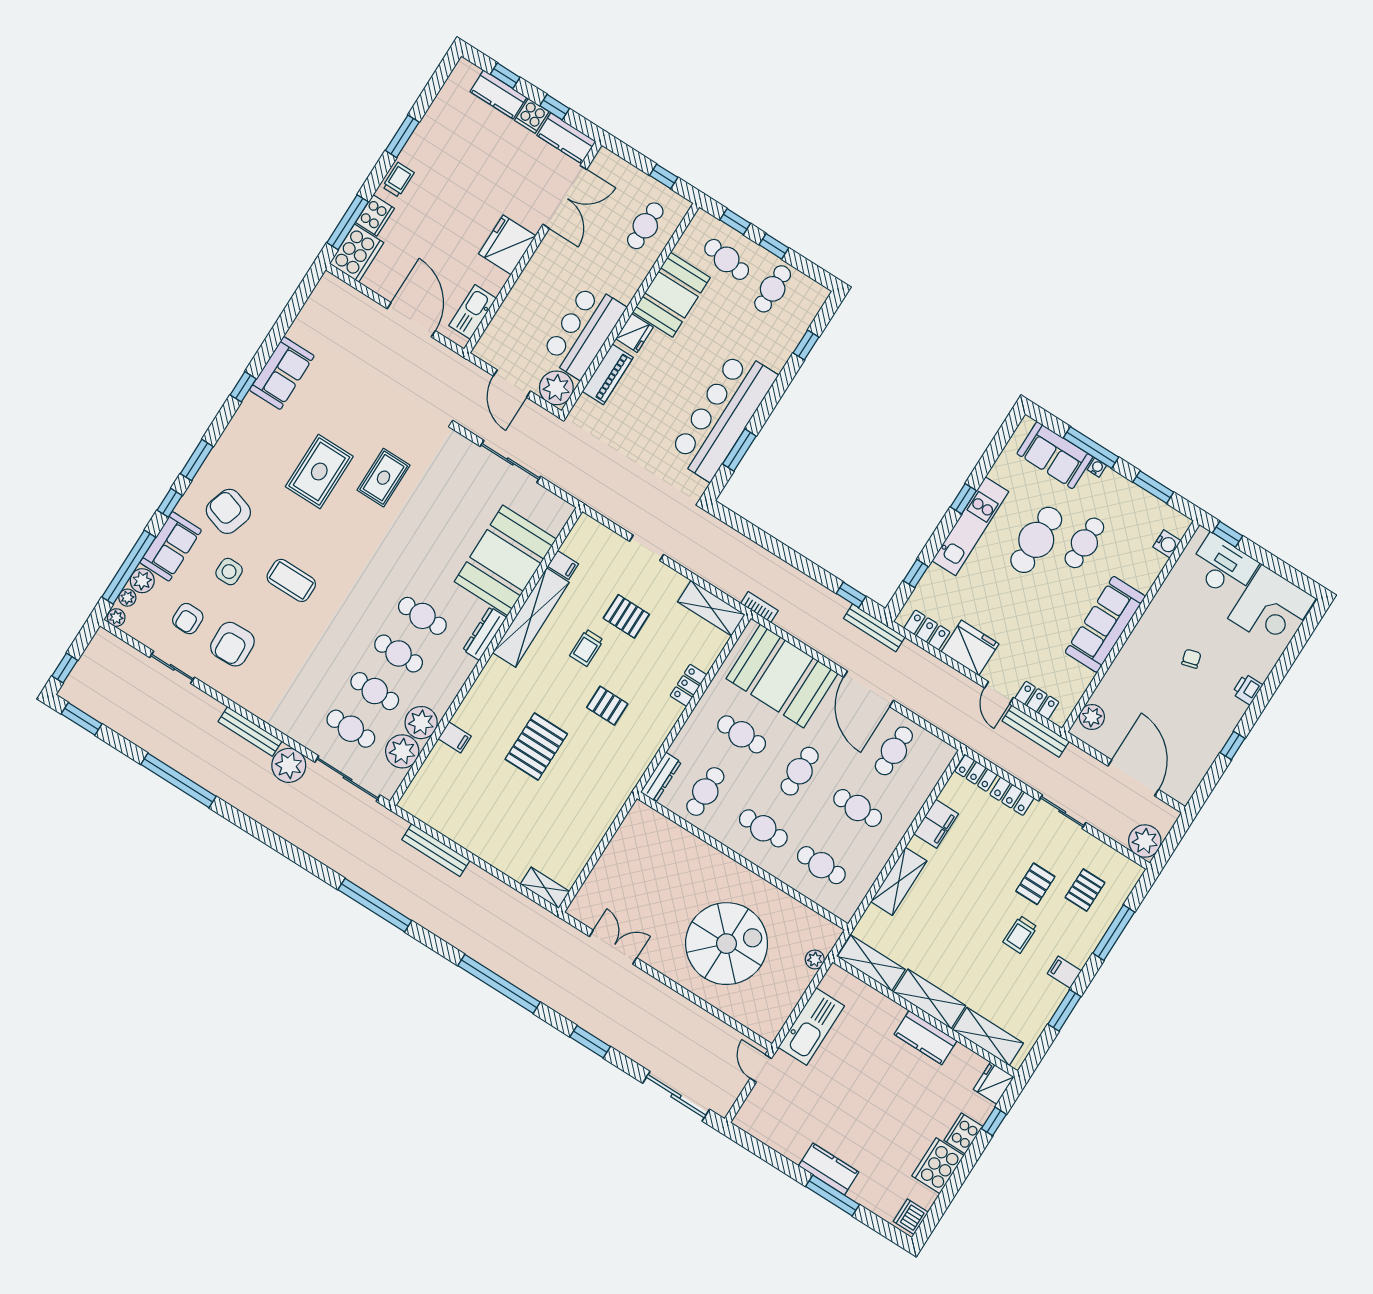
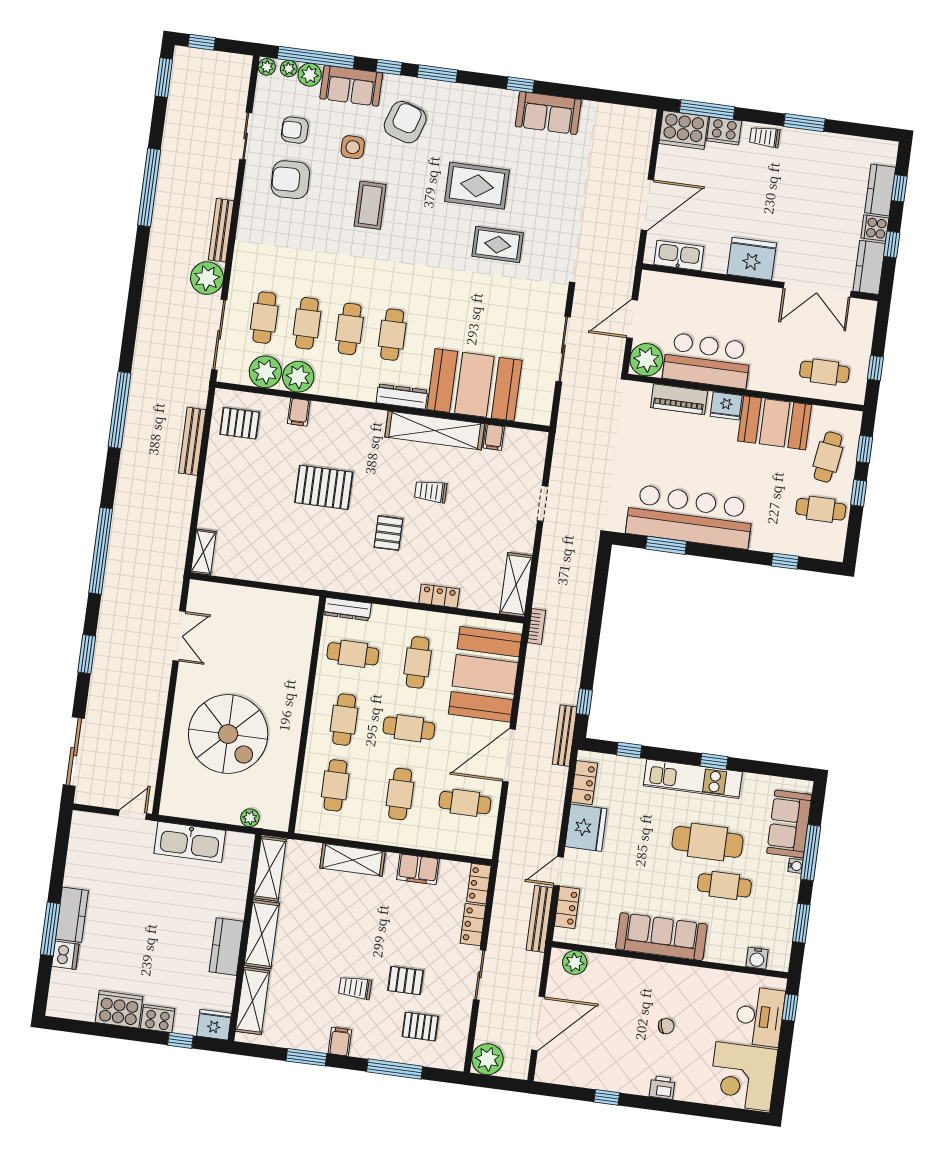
trolley: (398, 180) -> (765, 137), turned 180
pallet: (626, 616) -> (240, 423), moved, turned 90
dishwasher: (911, 1217) -> (65, 955), moved, turned 90

